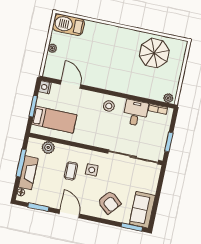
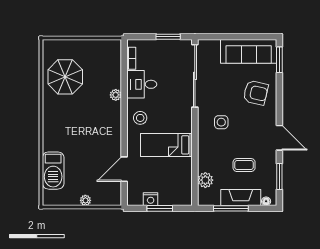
barbecue: (68, 25) -> (53, 171), moved
nightstand: (45, 87) -> (151, 199), moved
plant: (168, 98) -> (116, 95), moved
bed: (54, 120) -> (166, 145), moved, turned -90
coffee table: (71, 171) -> (244, 165), moved
armchair: (109, 202) -> (256, 93), turned 63
sofa: (142, 210) -> (249, 51), width x1.36
door: (69, 214) -> (279, 138), swing flipped

